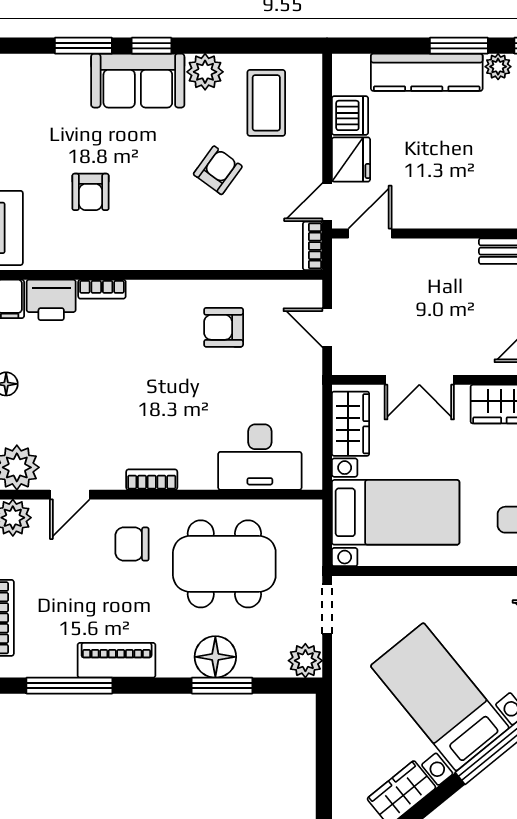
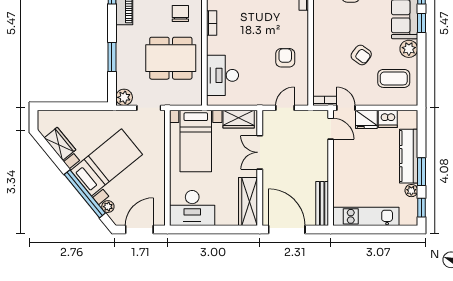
dining table: (224, 564) -> (171, 58), turned 90
floor lamp: (215, 657) -> (126, 54), removed

